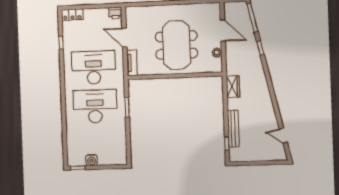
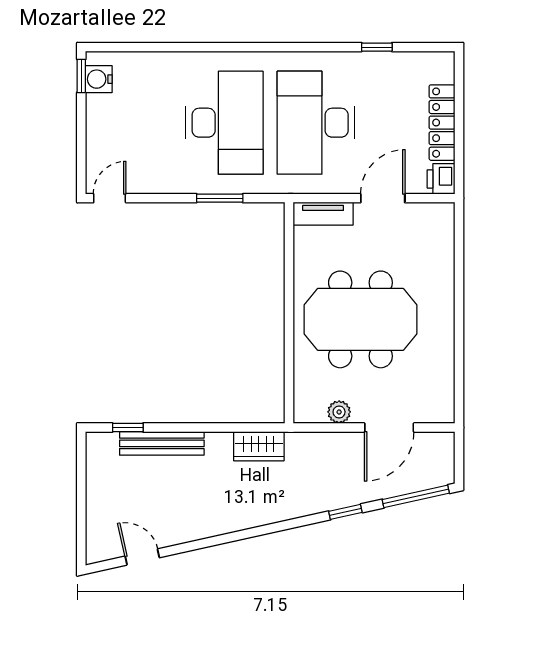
locker: (72, 15) -> (442, 123), moved, width x1.53
desk: (94, 67) -> (316, 123), turned 180
door: (283, 136) -> (142, 557), hinge flipped
door: (129, 154) -> (110, 198), added
water cooler: (91, 160) -> (99, 79), moved

